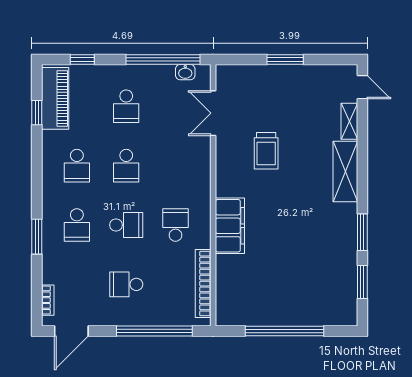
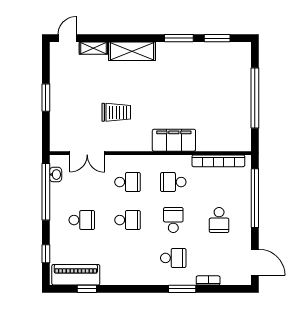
school desk: (77, 166) -> (128, 182), moved
bookcase: (48, 300) -> (208, 280), moved

